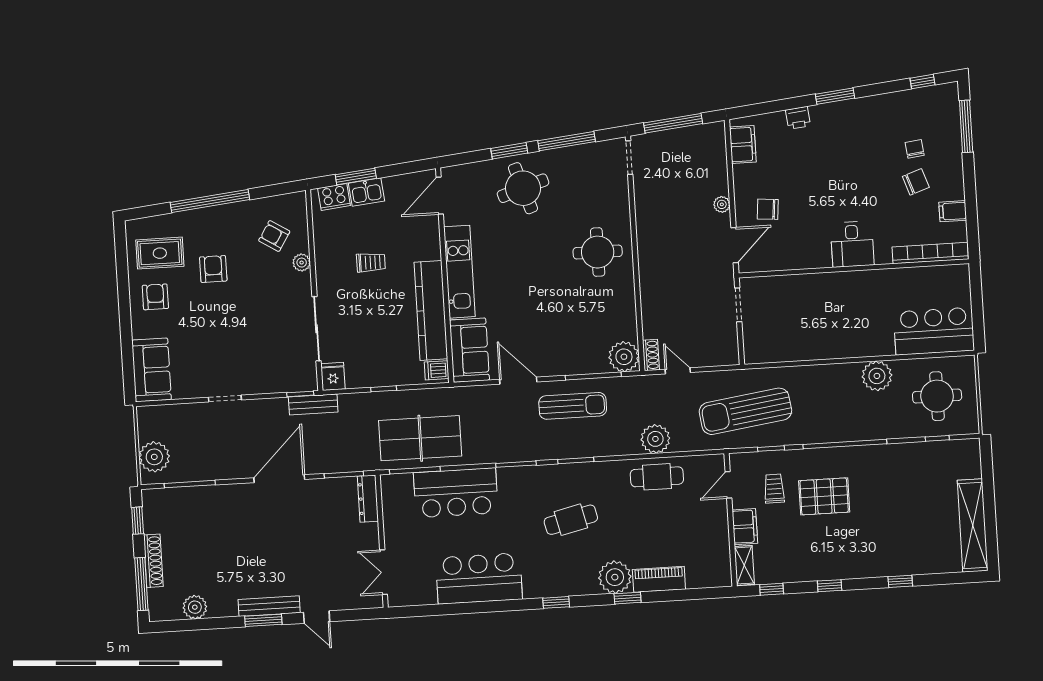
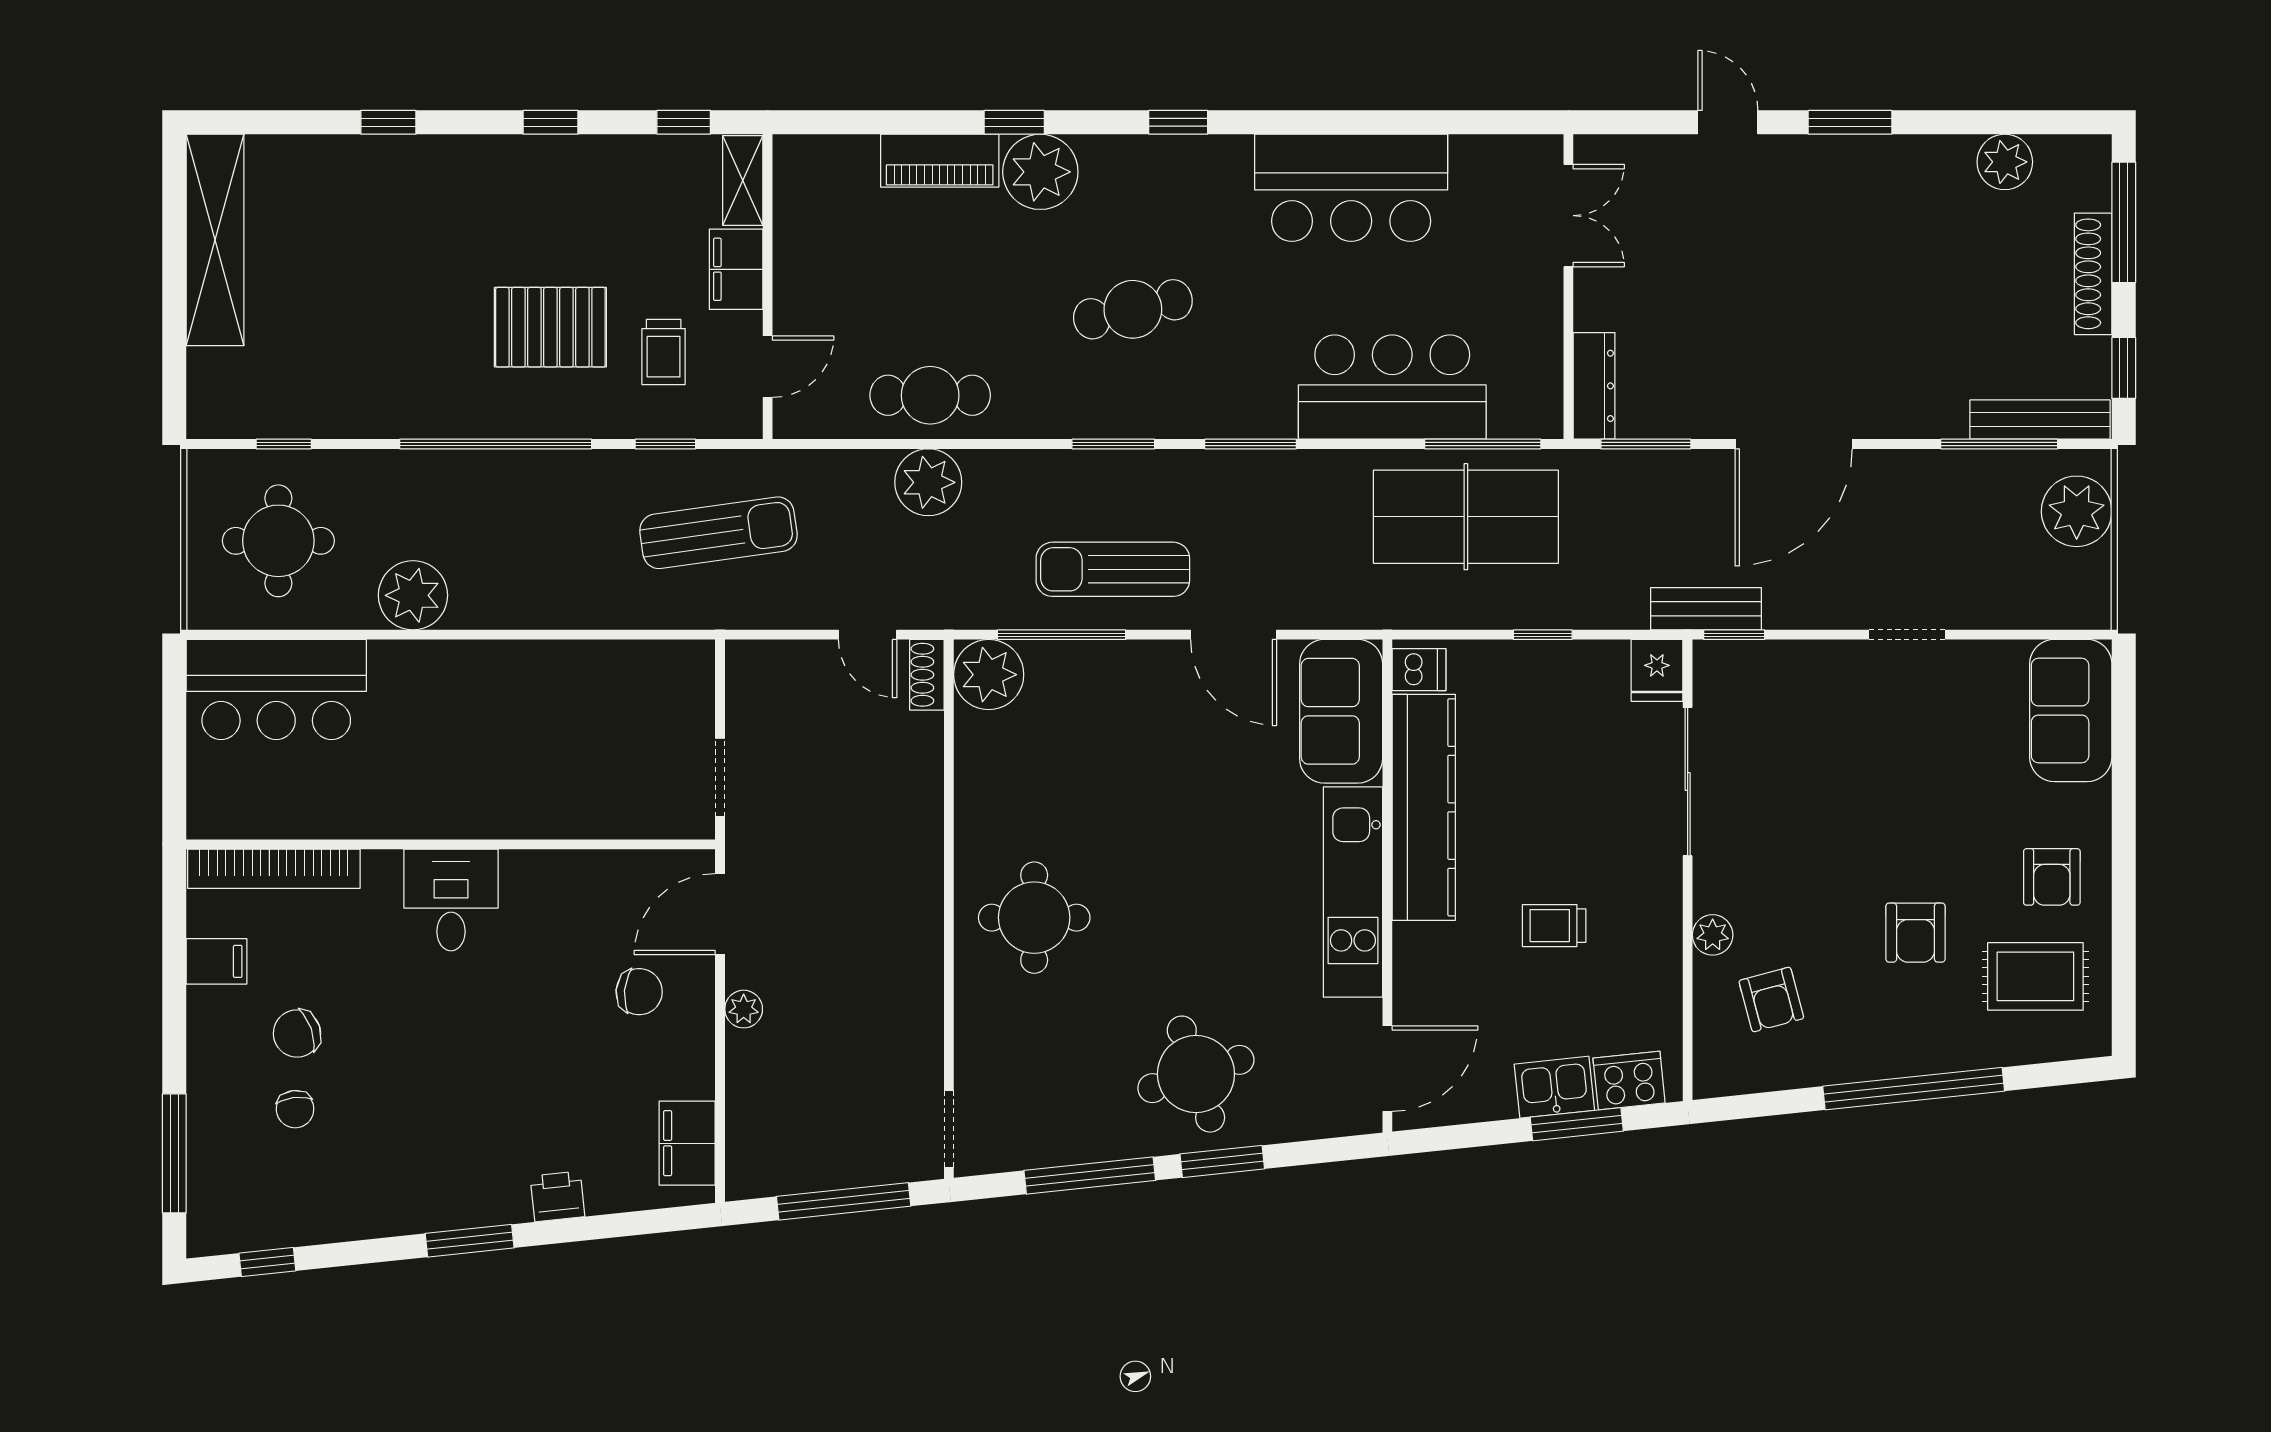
armchair: (274, 236) -> (1771, 999), turned 43
sun lounger: (745, 411) -> (718, 533), width x0.73, depth x0.75
bench: (269, 606) -> (2040, 420), moved

